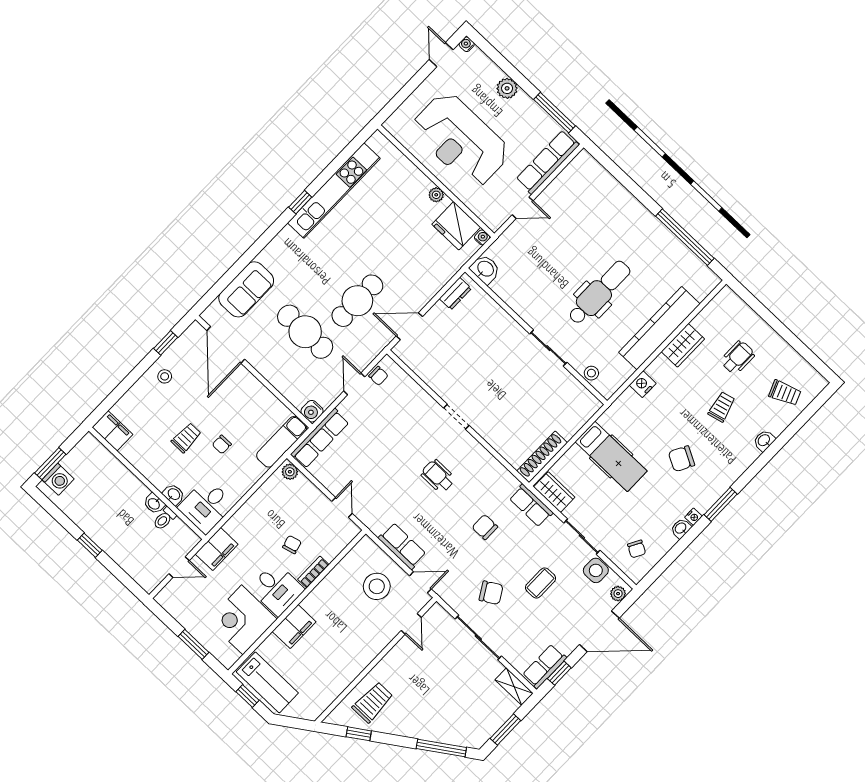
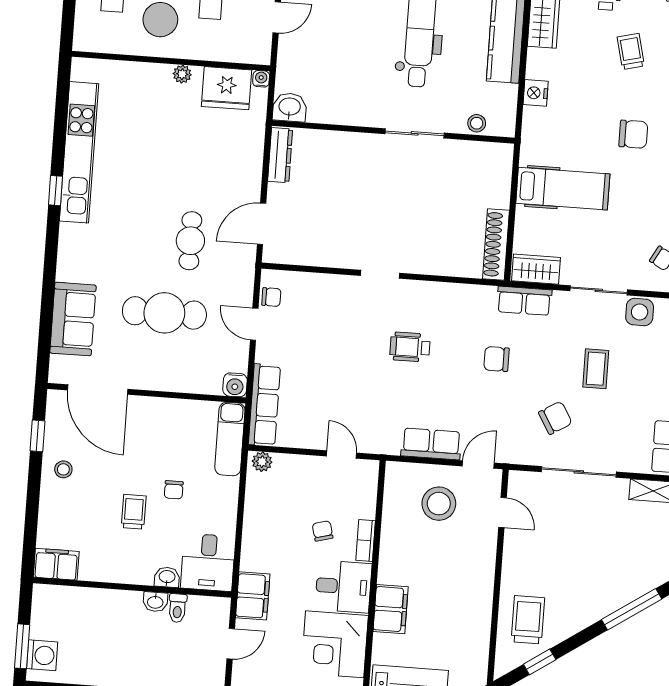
dresser: (455, 294) -> (280, 155), width x1.44
cafe table: (357, 301) -> (190, 241), width x0.73, depth x0.74
chair: (682, 459) -> (633, 134), turned -118

